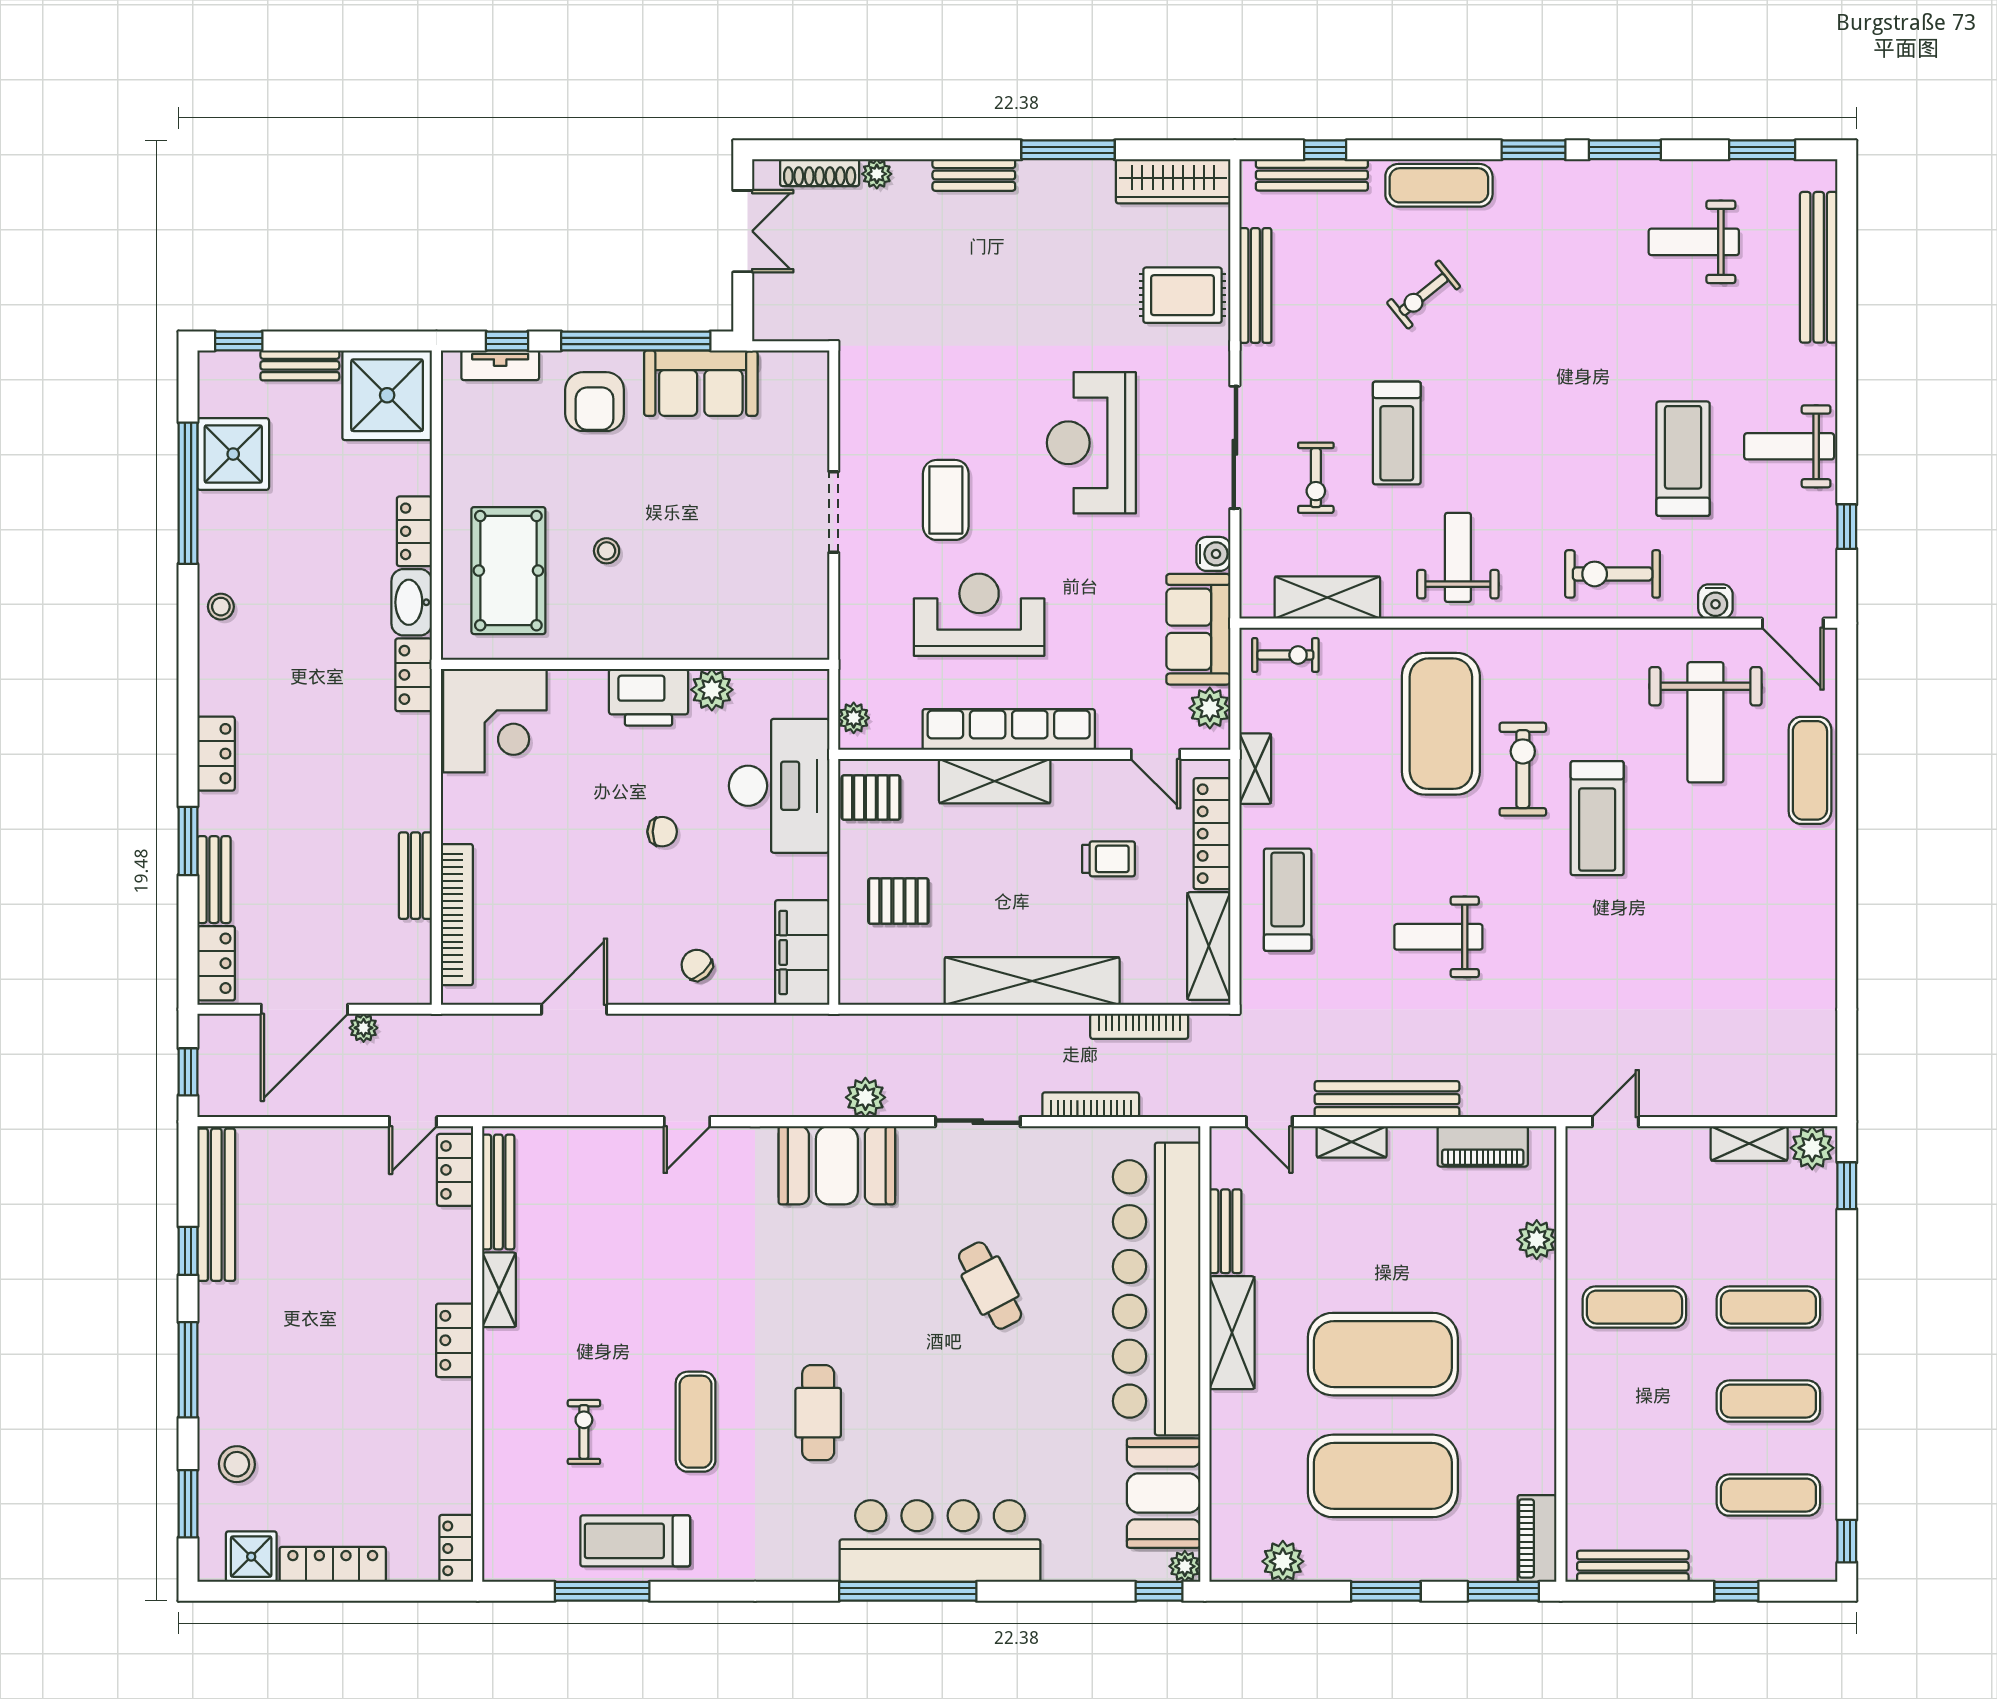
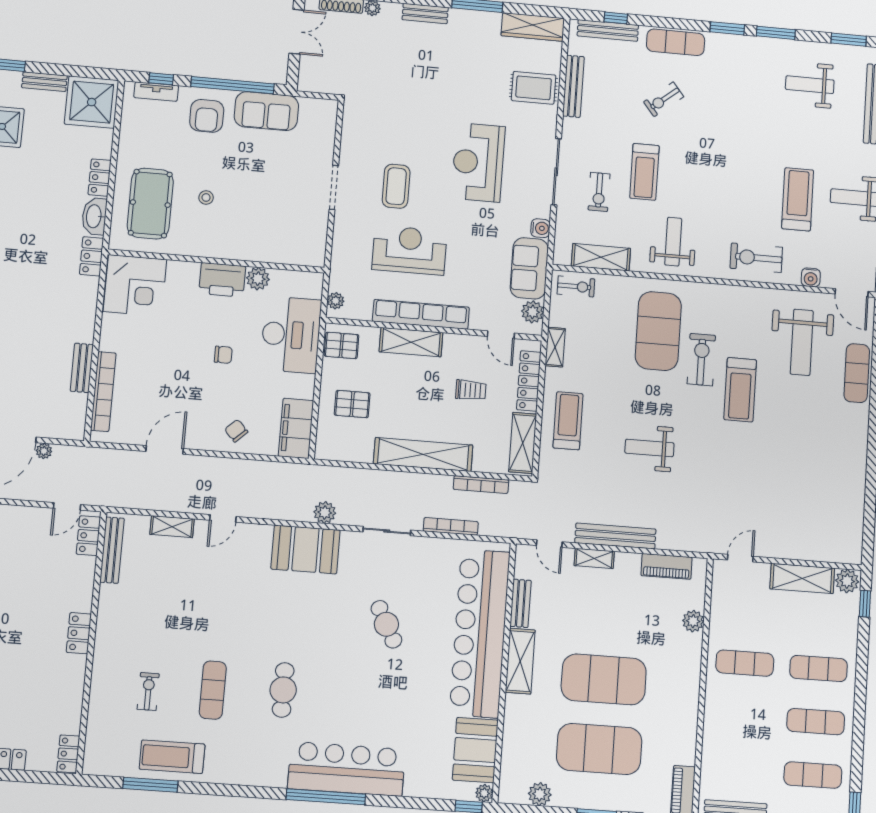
shelving: (1749, 1143) -> (802, 578), width x1.50, depth x1.33
shelving: (499, 1290) -> (172, 527), moved, turned 90

